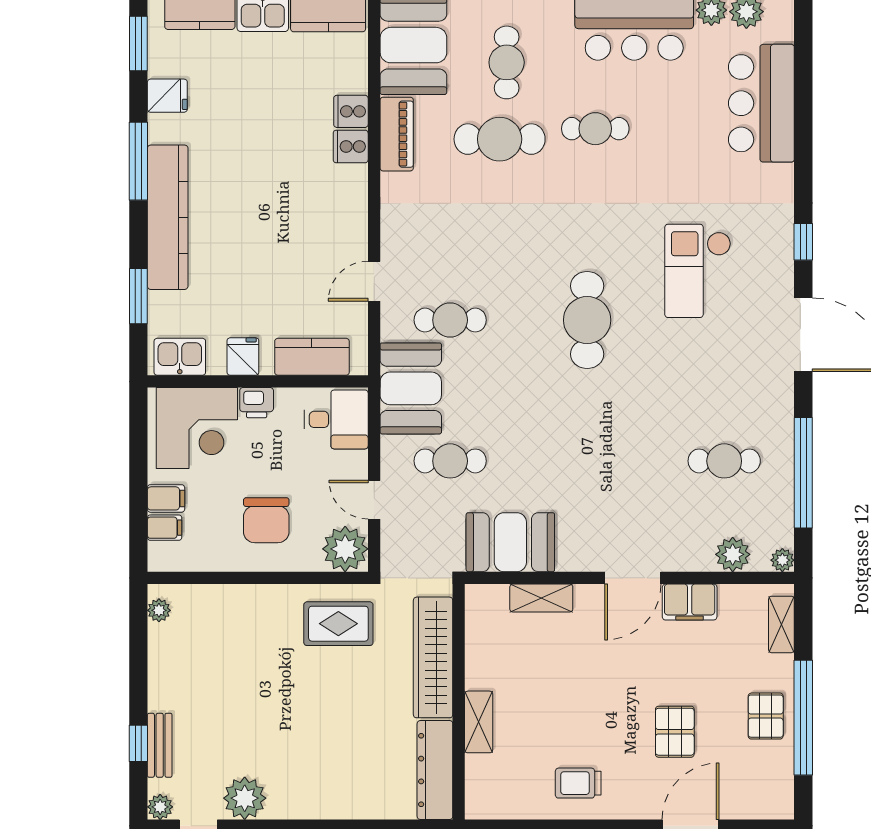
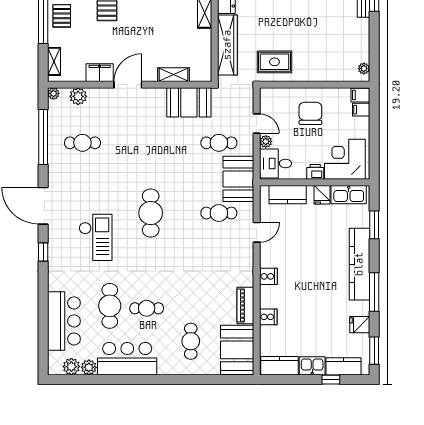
cafe table: (500, 139) -> (110, 306), moved, turned 90
cooker: (351, 146) -> (268, 276), moved
kitchen sink: (180, 357) -> (349, 195), width x1.38
filing cabinet: (166, 498) -> (360, 95), moved
plant: (345, 549) -> (266, 141), moved, width x0.53, depth x0.53

